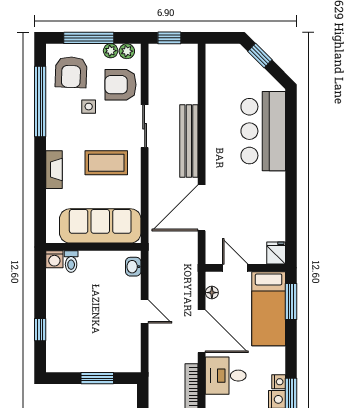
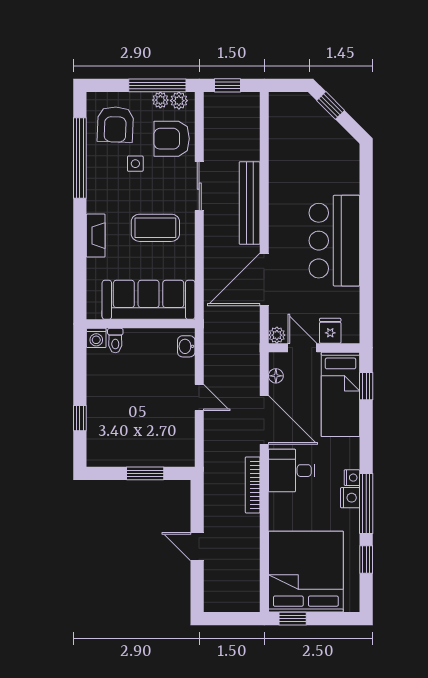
window: (89, 38) -> (157, 85), moved
bar counter: (263, 131) -> (334, 241), moved
fridge: (276, 253) -> (330, 331), moved
plant: (213, 257) -> (277, 335), added
window: (291, 302) -> (366, 386), width x0.67

